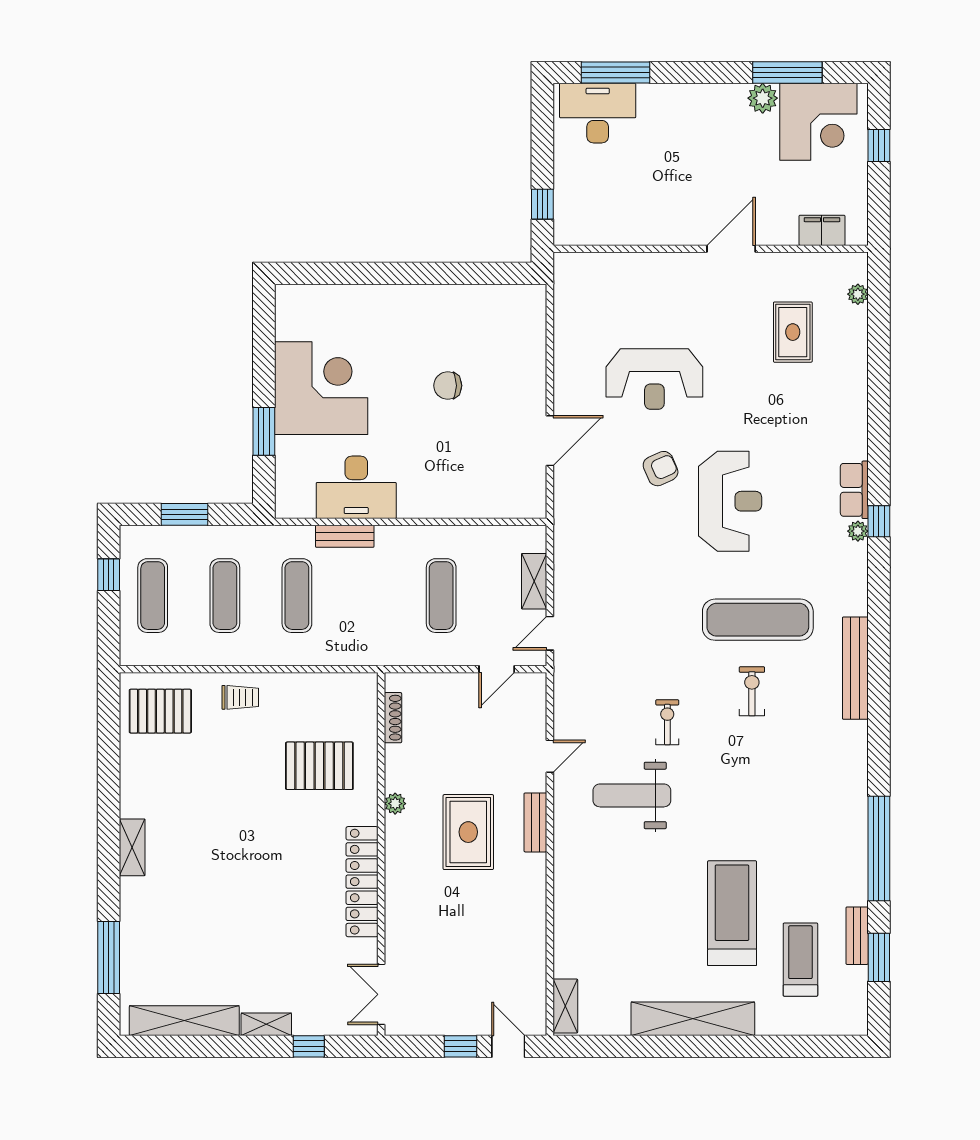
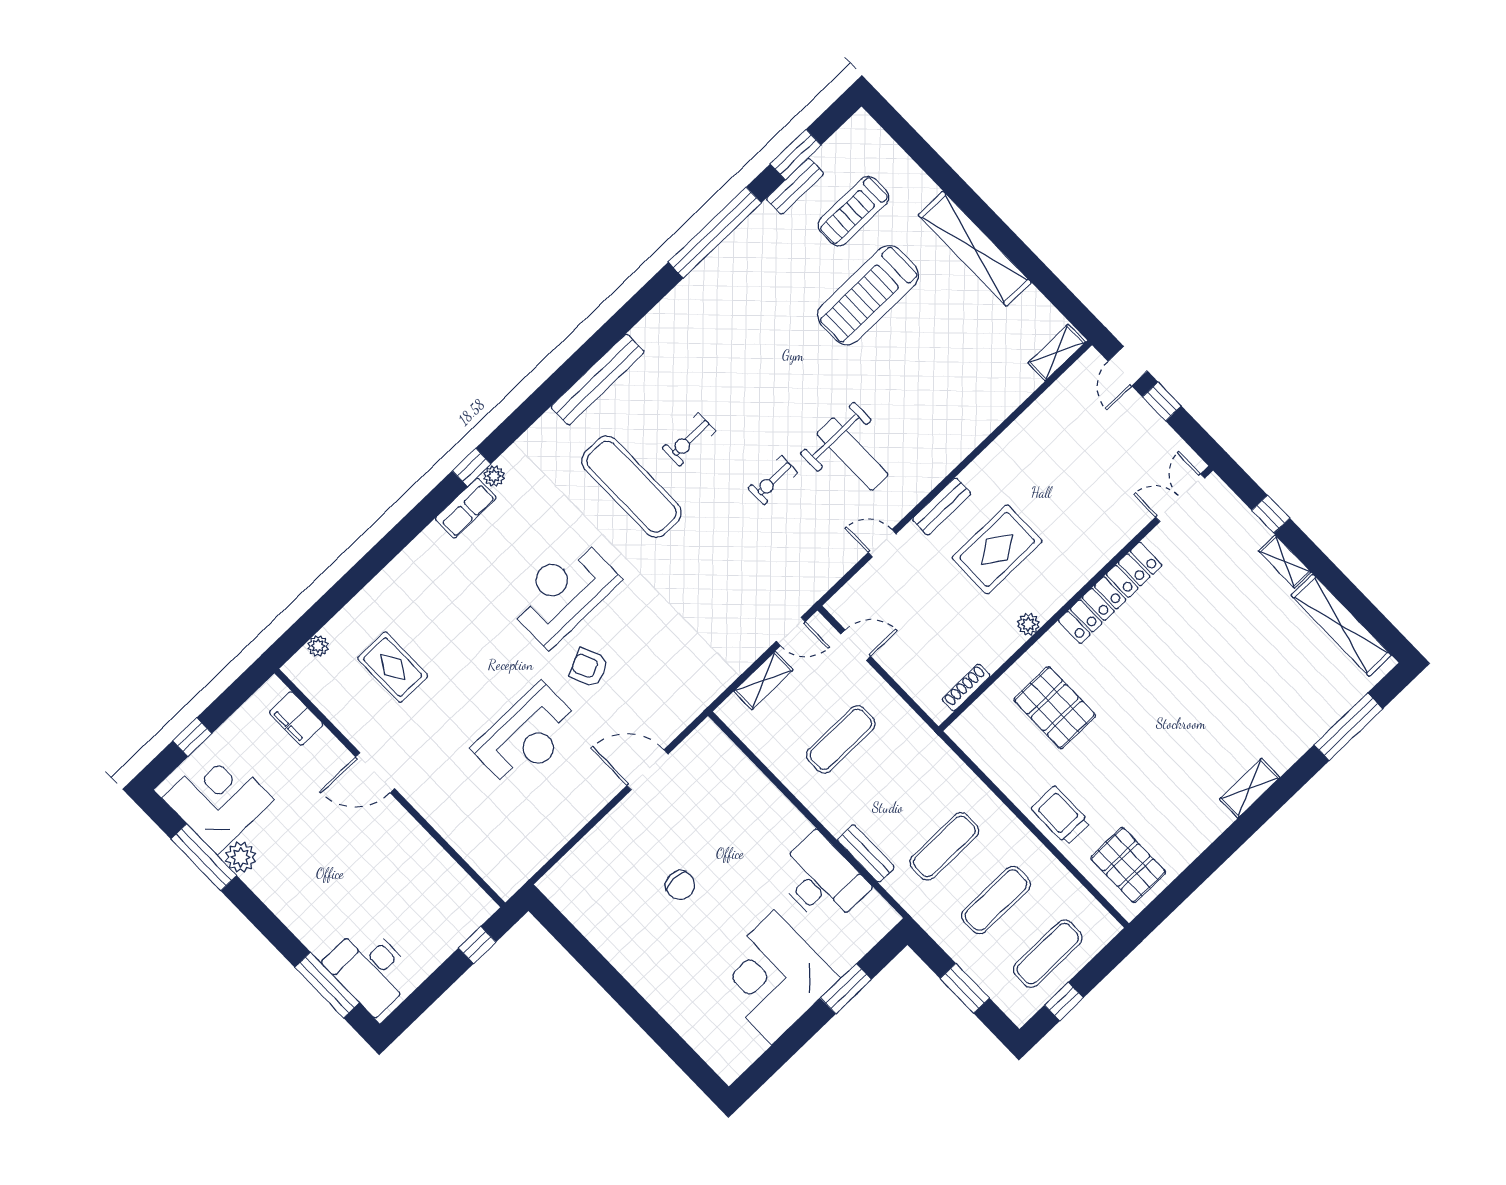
rug: (793, 332) -> (393, 667), turned 90
reception desk: (654, 379) -> (527, 736), turned 90
trolley: (240, 697) -> (1061, 816), width x1.36, depth x1.39
double door: (381, 994) -> (1180, 498), swing flipped

